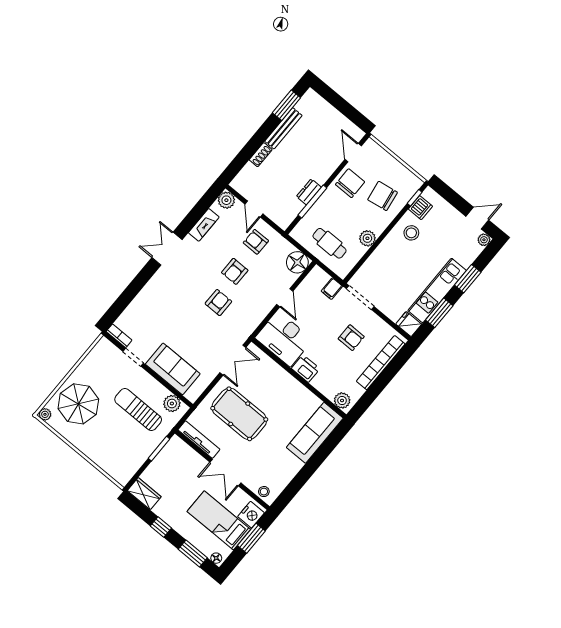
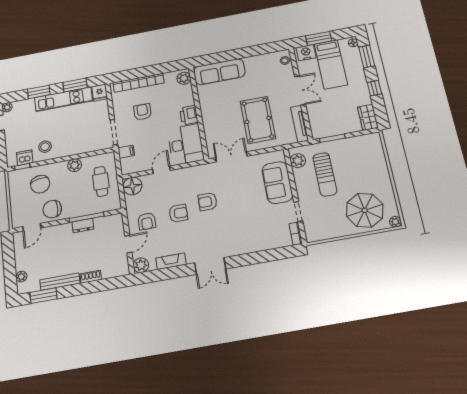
plant: (321, 104) -> (21, 277), added

